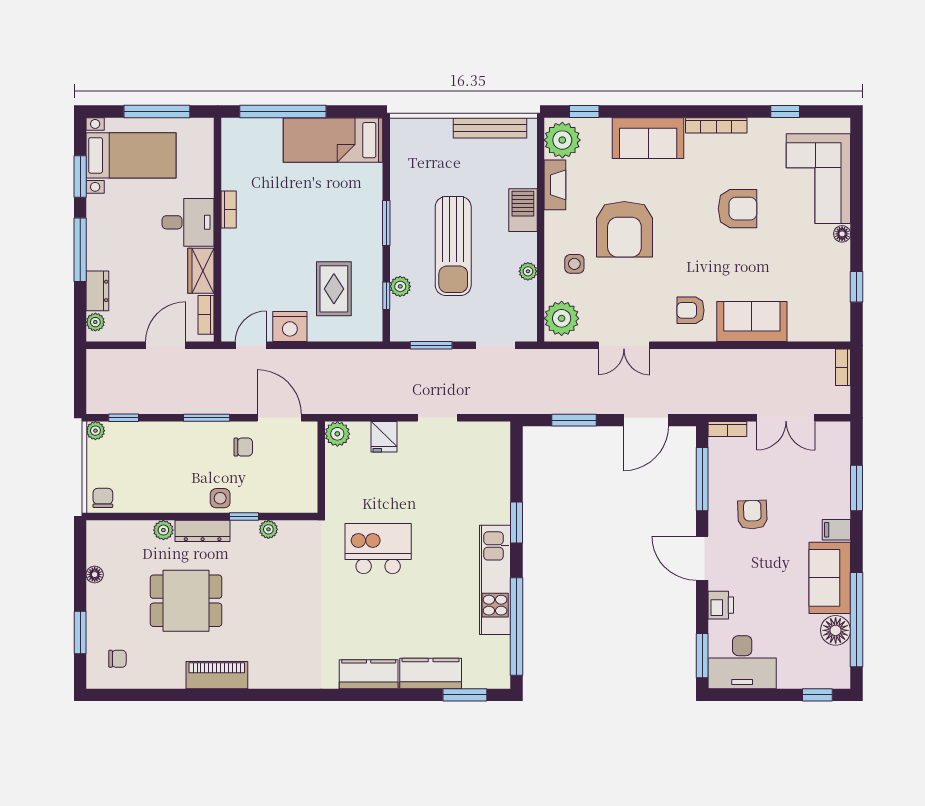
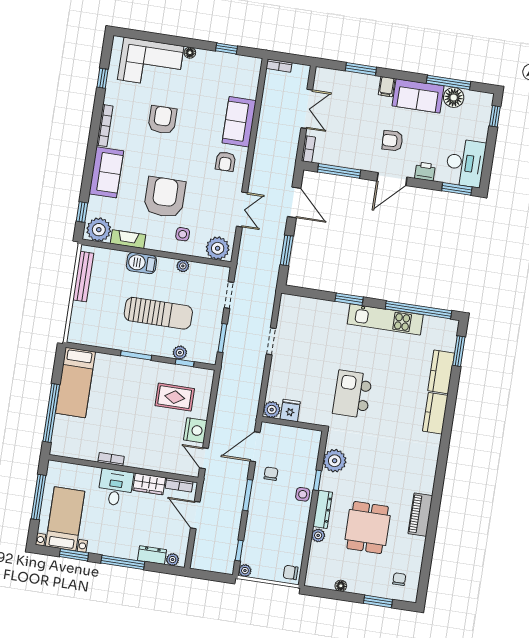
armchair: (624, 229) -> (165, 197), turned -90
fridge: (384, 437) -> (290, 410), moved, turned -90
armchair: (752, 515) -> (392, 141), moved
plant: (268, 529) -> (335, 461), width x1.88, depth x1.88
window: (856, 620) -> (449, 82), width x0.68

